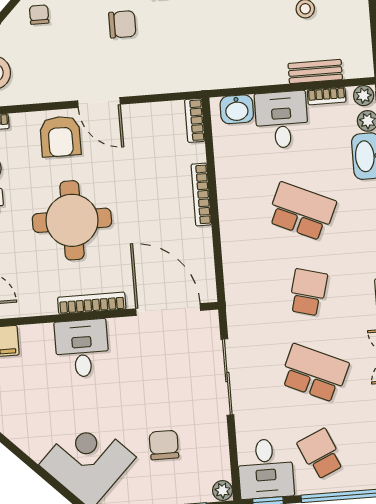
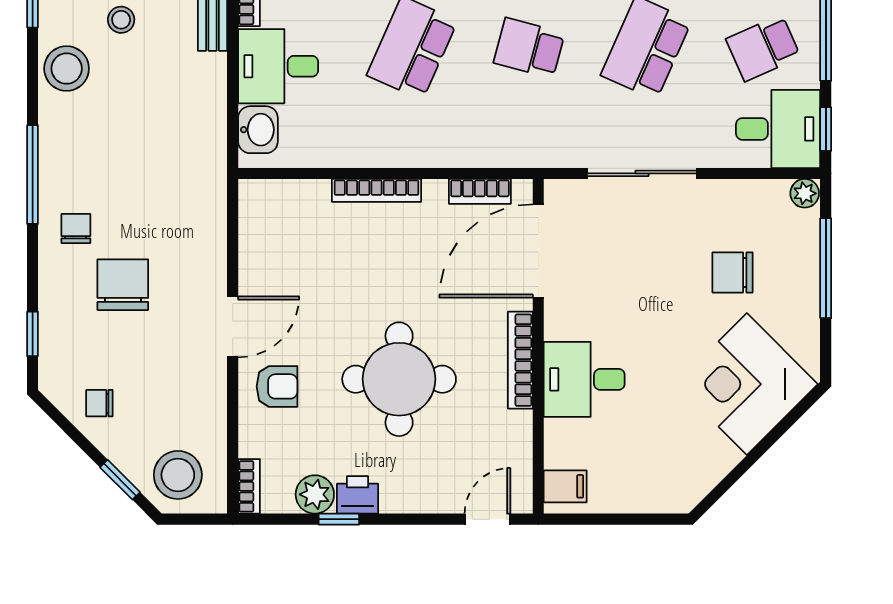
chair: (122, 24) -> (123, 285), width x1.37, depth x1.37
bookcase: (195, 120) -> (480, 191), moved
armchair: (60, 136) -> (277, 386), width x0.72, depth x0.72

